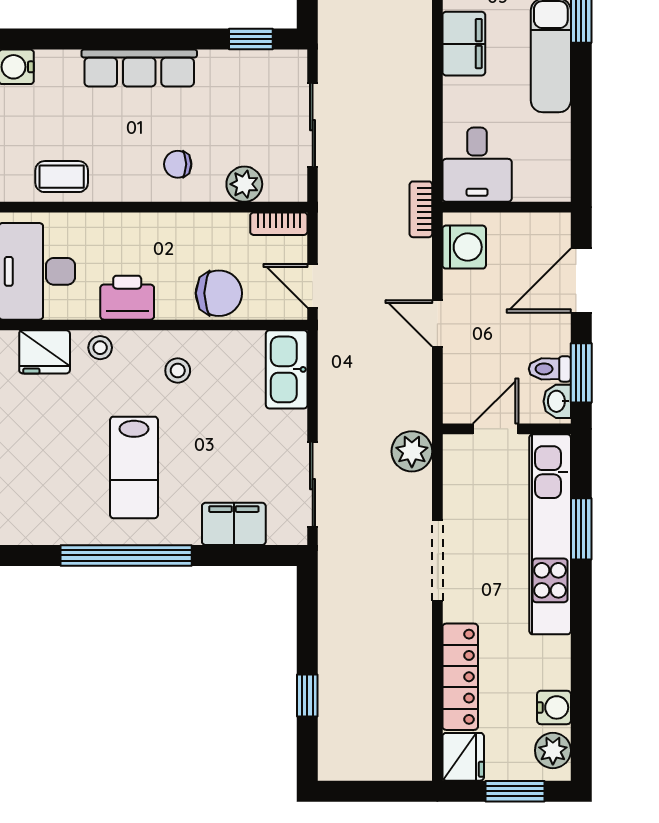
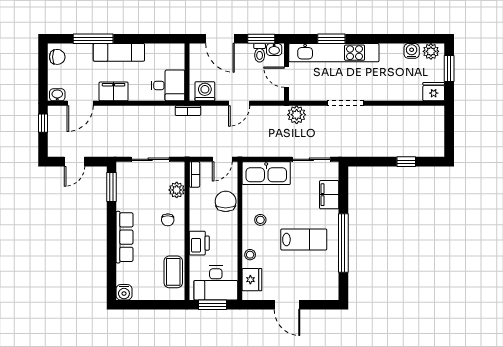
window: (251, 39) -> (112, 187), width x1.50
coffee table: (62, 177) -> (173, 272), width x1.36, depth x1.30
printer: (127, 298) -> (199, 243), moved, turned 180
kitchen sink: (287, 369) -> (266, 173), width x1.36, depth x1.24
locker: (460, 677) -> (398, 93), removed

